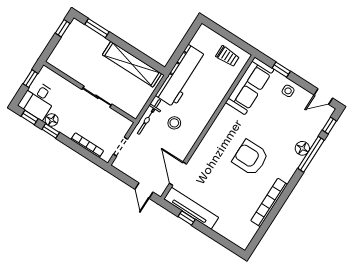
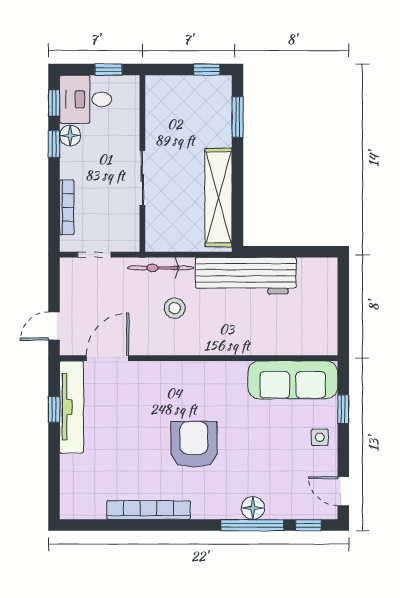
trolley: (228, 56) -> (314, 323), removed

